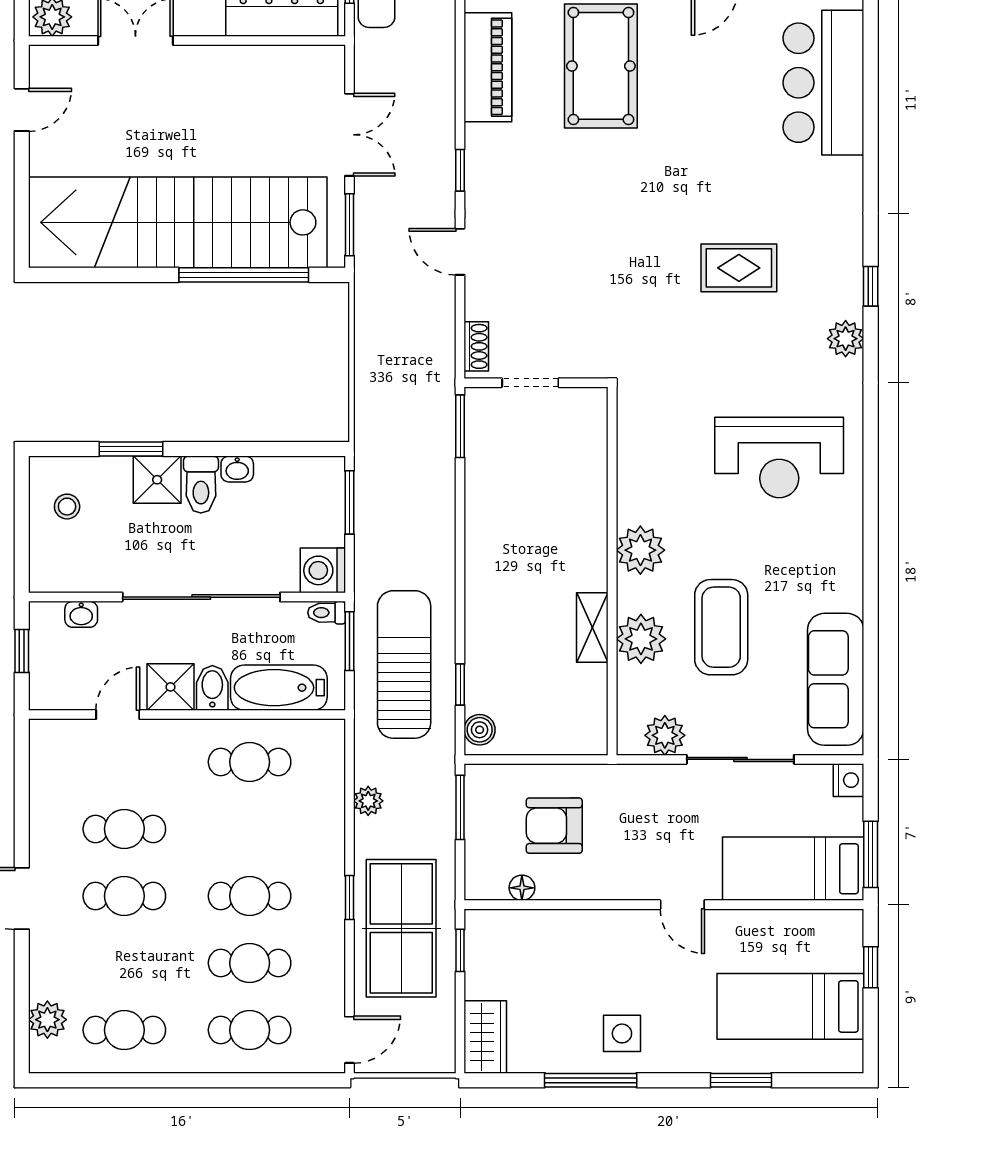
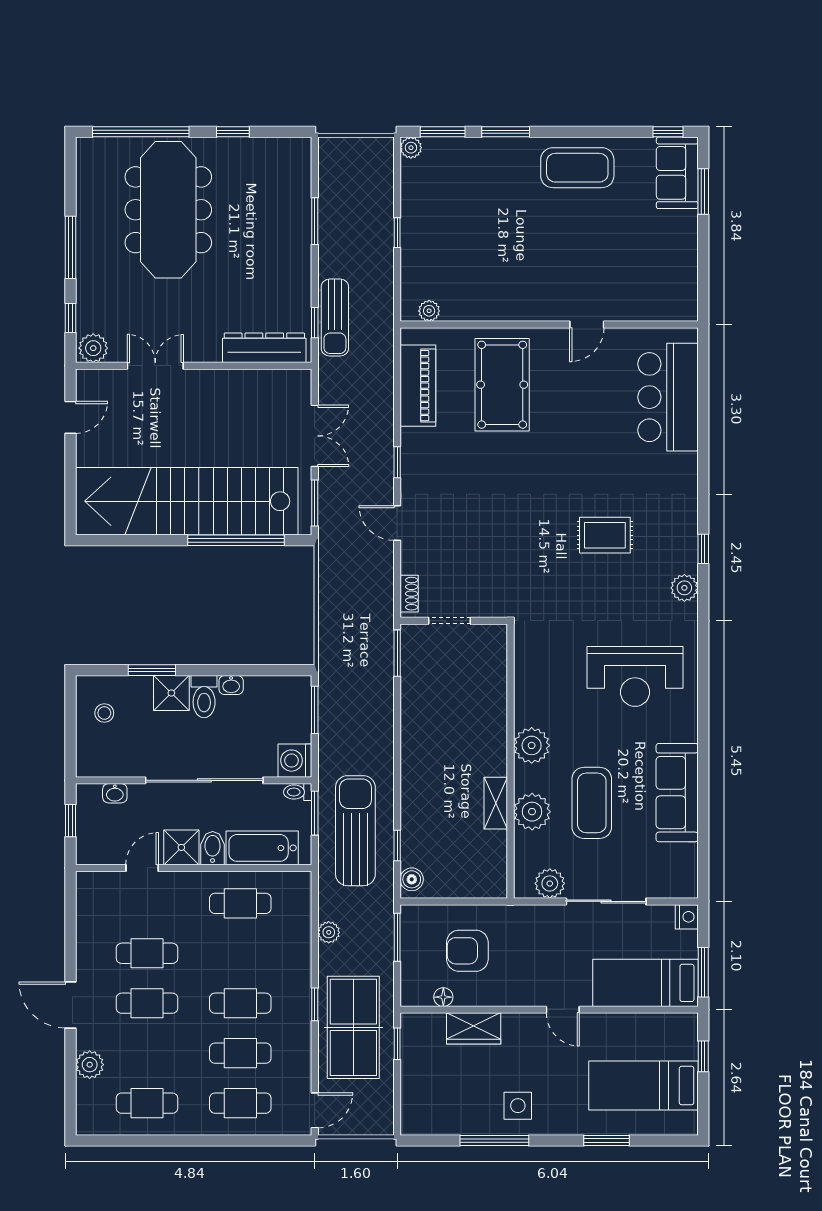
sofa: (836, 679) -> (677, 793), moved
plant: (47, 1020) -> (90, 1065), moved
wardrobe: (485, 1037) -> (474, 1028), moved, turned 90

